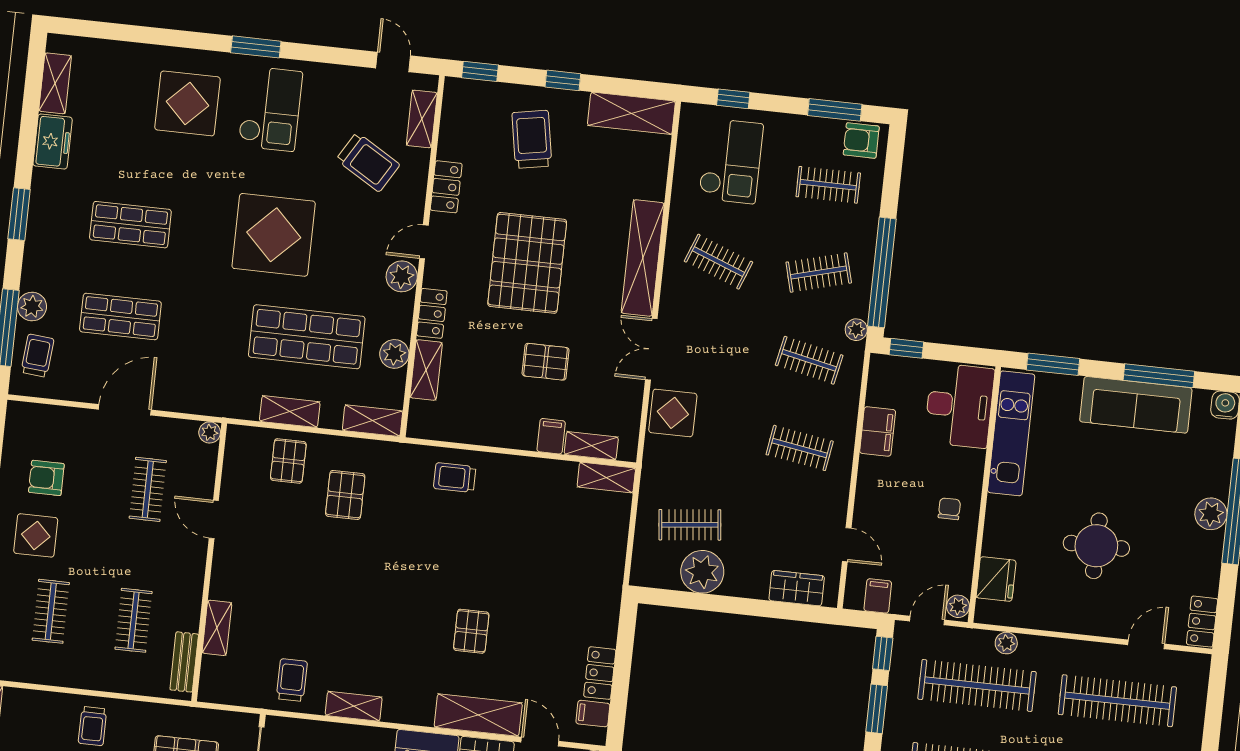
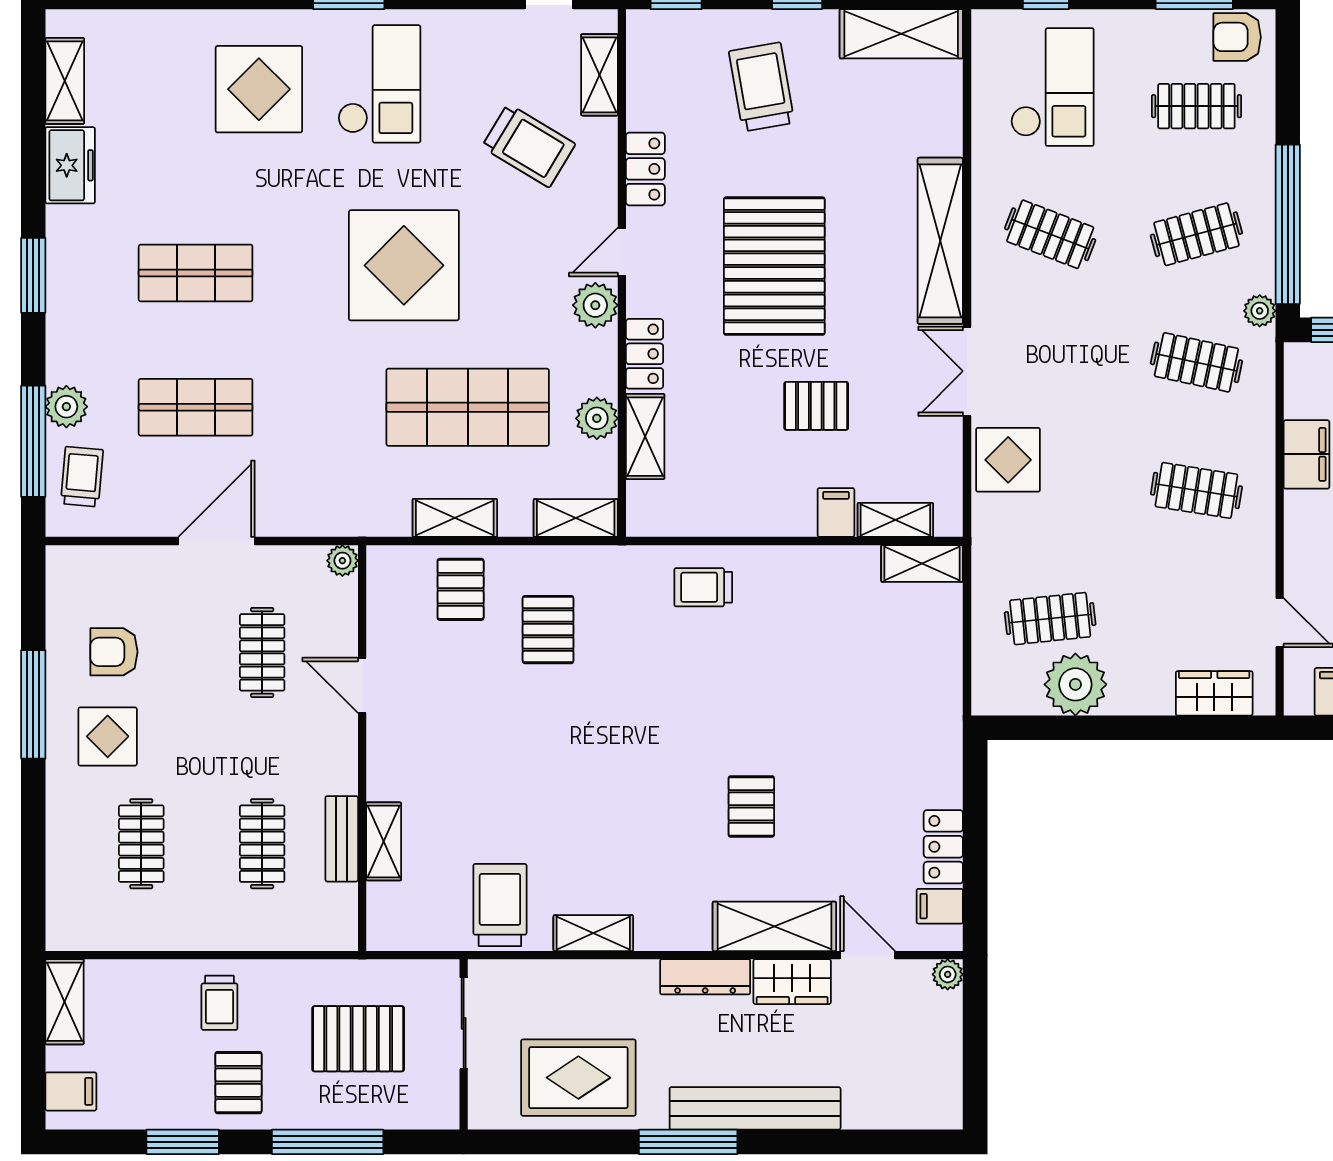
bench: (184, 662) -> (342, 839), moved
trolley: (292, 680) -> (500, 905), width x1.36, depth x1.39

